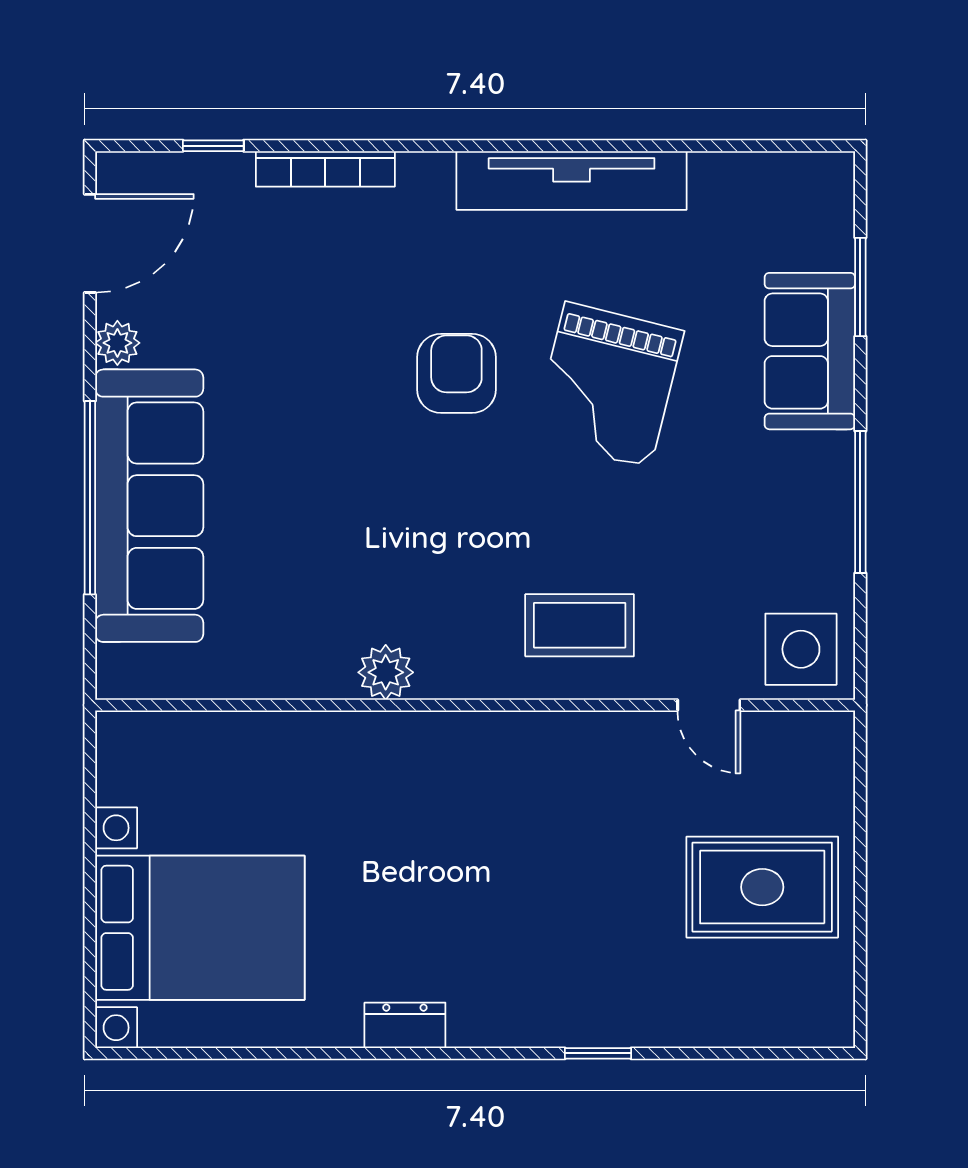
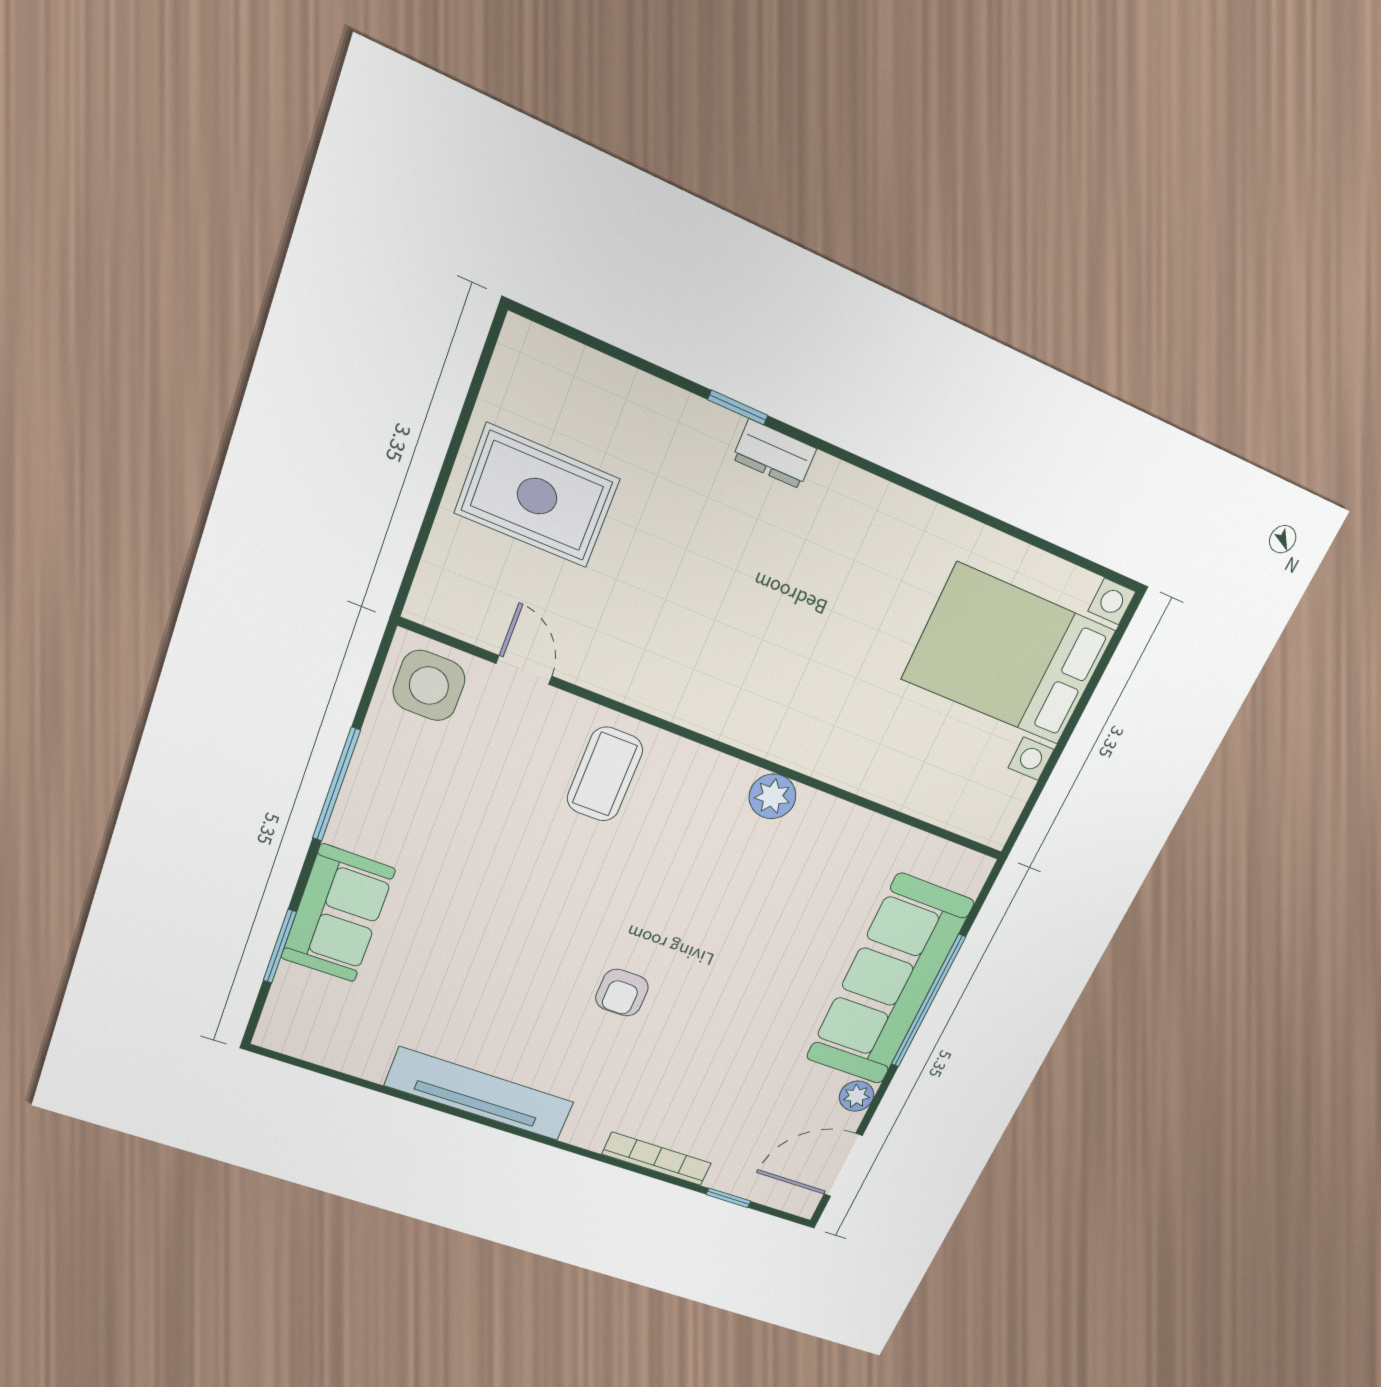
armchair: (456, 373) -> (622, 993), width x0.72, depth x0.72
grand piano: (608, 385) -> (509, 945), removed
coffee table: (580, 625) -> (605, 774), turned 90
dresser: (405, 1025) -> (774, 454), moved

